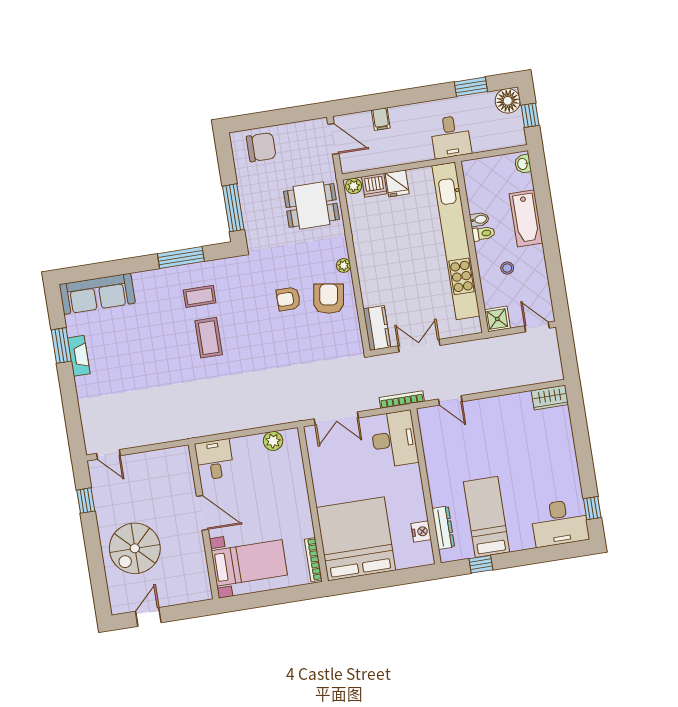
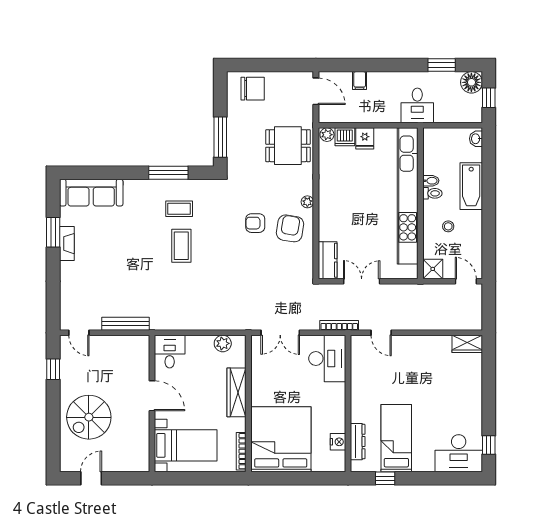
bench: (160, 436) -> (126, 324), added
wardrobe: (297, 494) -> (237, 392), added

